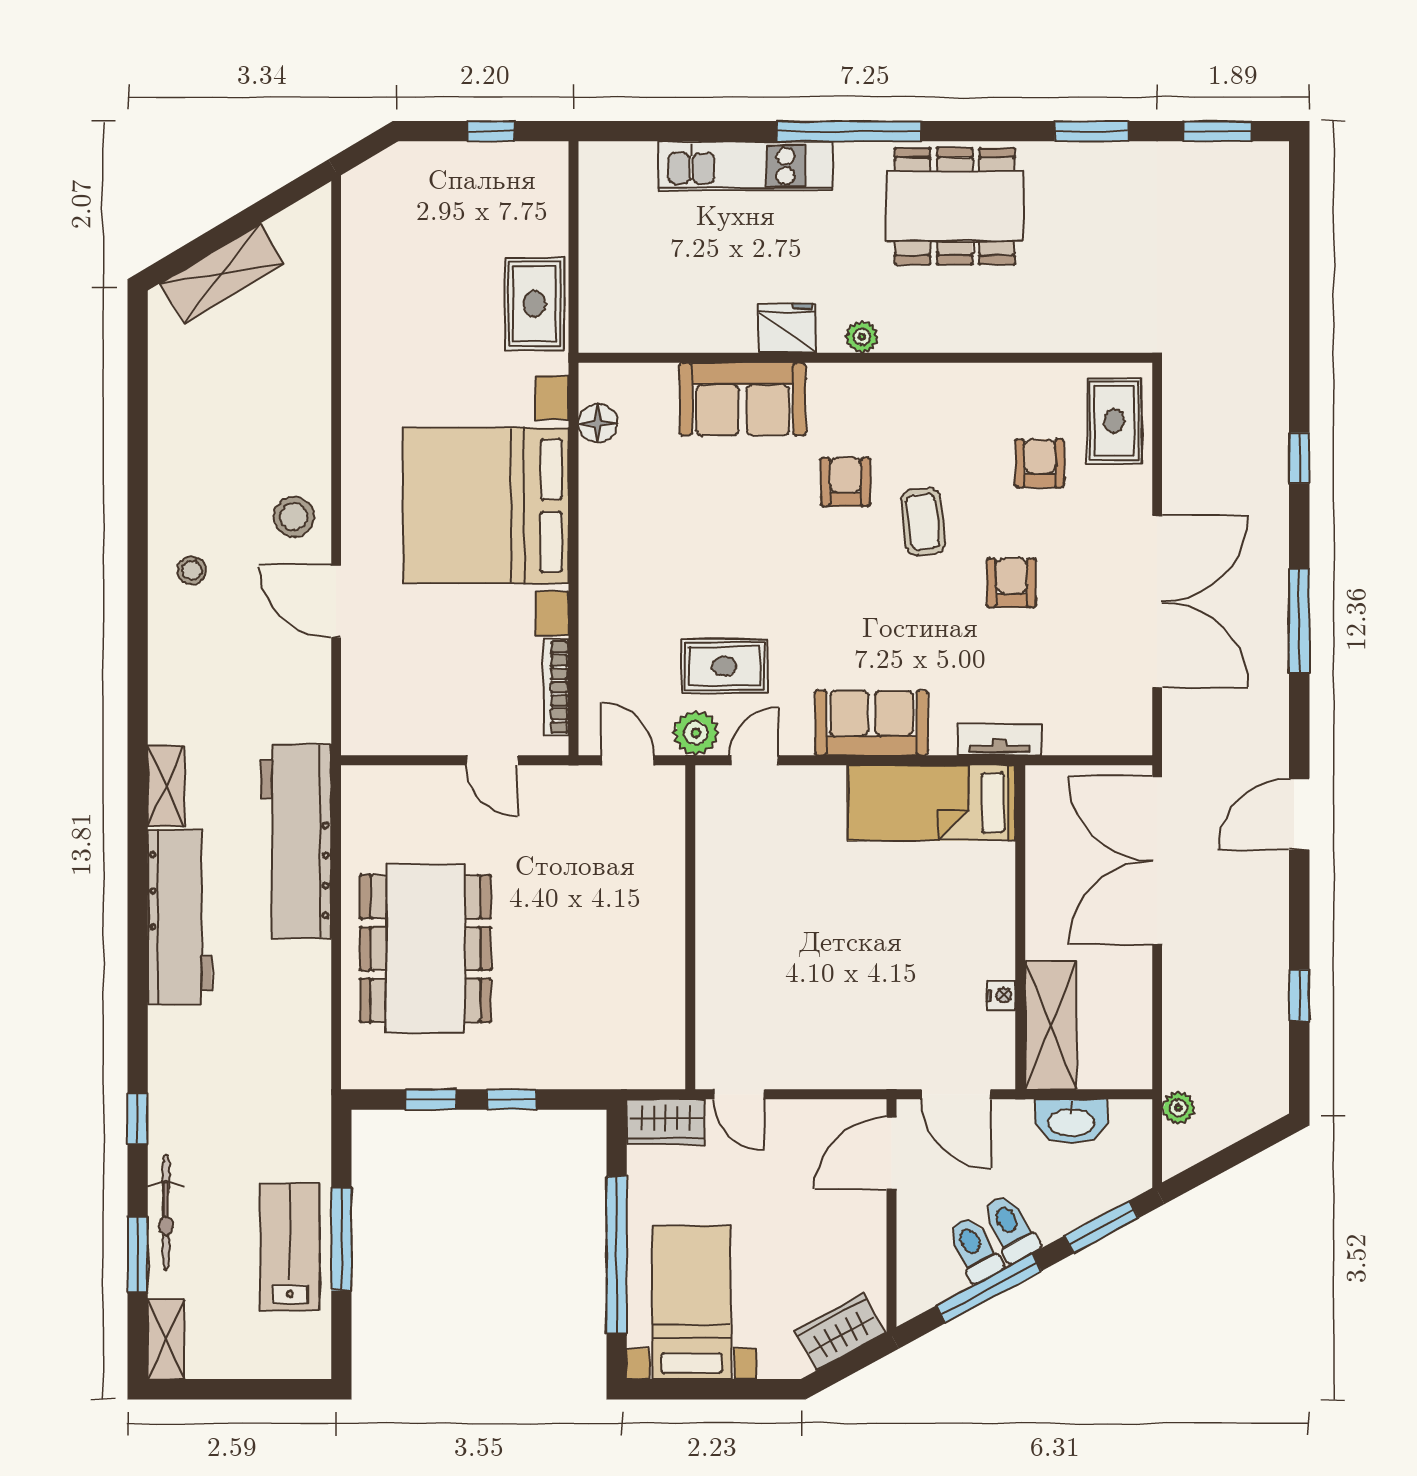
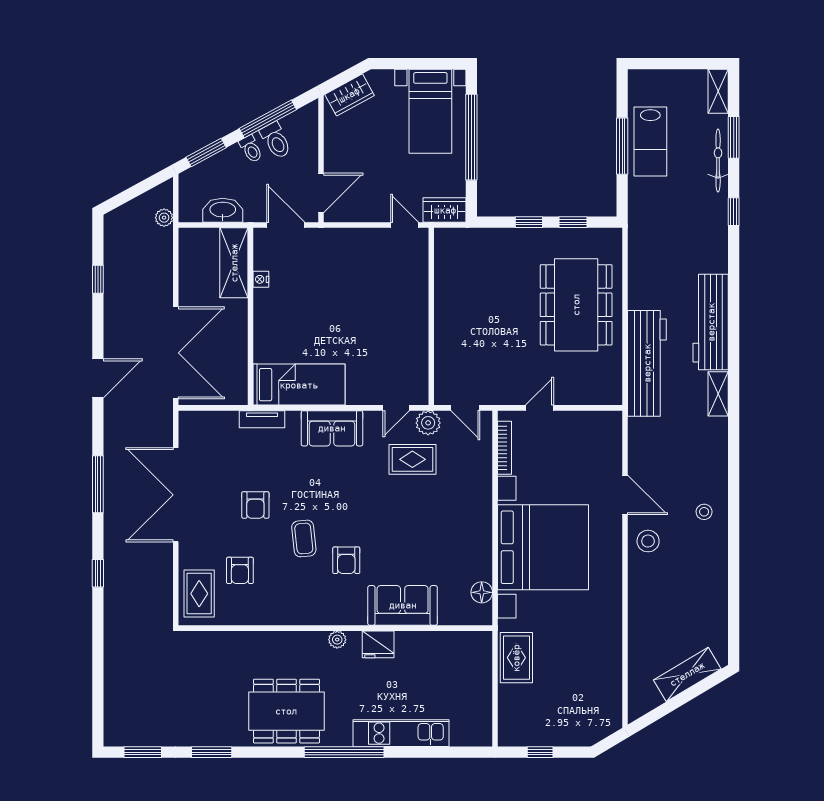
door: (492, 760) -> (539, 408), hinge flipped
toilet: (1011, 1228) -> (251, 149), width x0.73, depth x0.72

